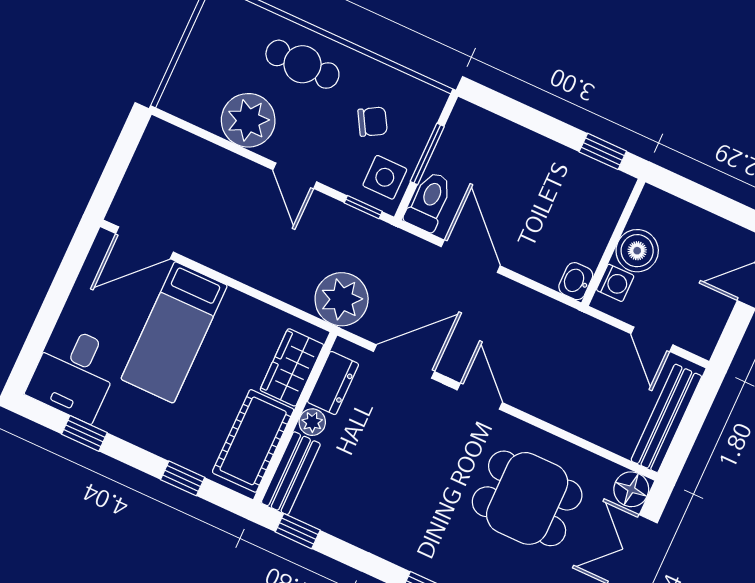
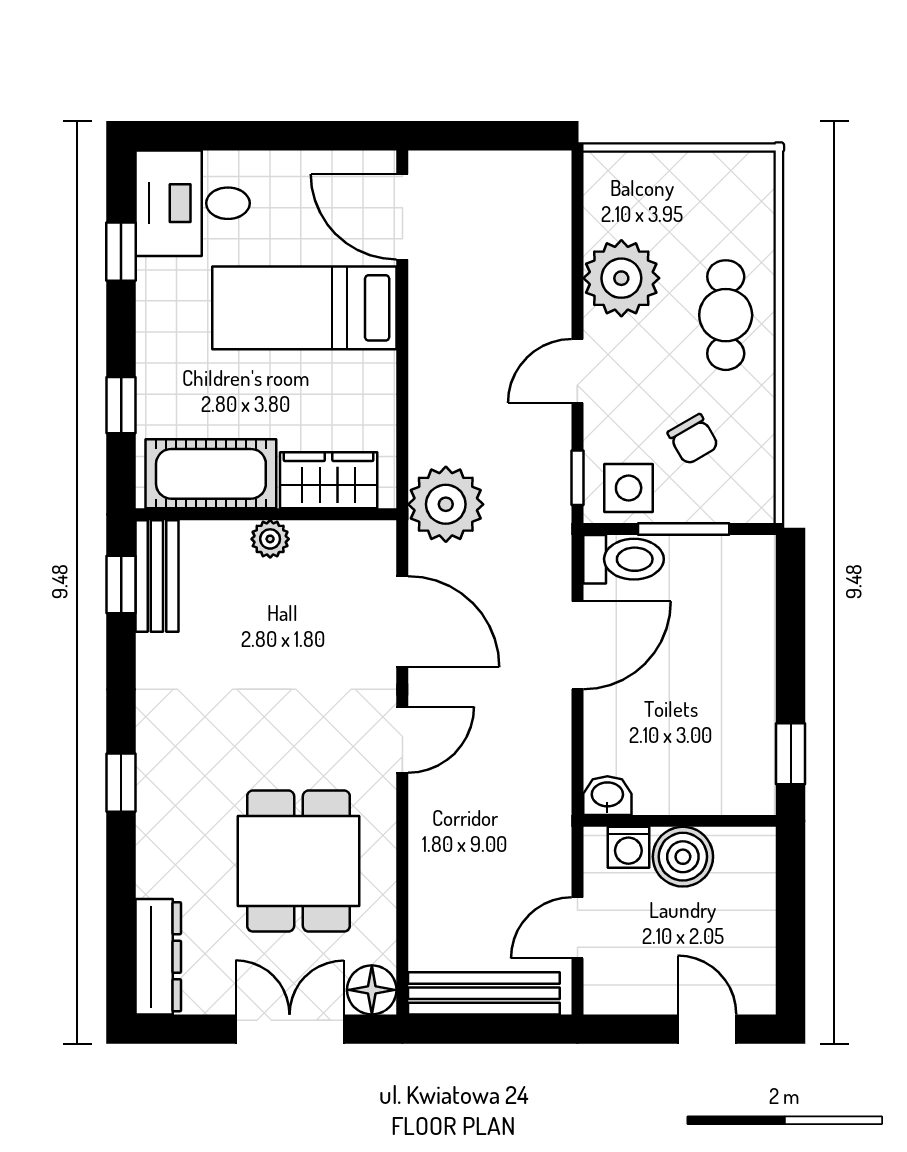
dresser: (333, 383) -> (333, 543), removed
bench: (291, 473) -> (157, 576), moved, turned 90

